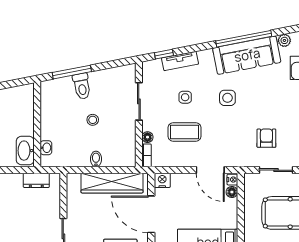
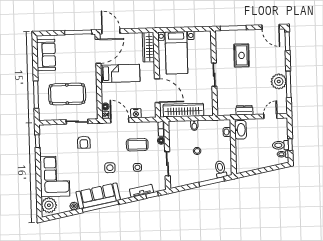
toilet: (82, 86) -> (220, 169), moved
dresser: (36, 180) -> (244, 110), moved
nightstand: (162, 180) -> (136, 113), moved

